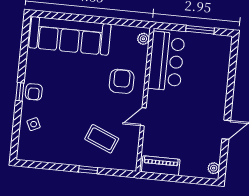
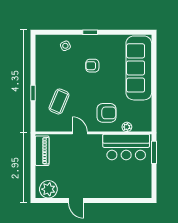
window: (200, 30) -> (154, 152), moved
plant: (143, 39) -> (127, 127), moved
armchair: (34, 92) -> (92, 66), moved
plant: (214, 168) -> (48, 189), width x1.87, depth x1.87

